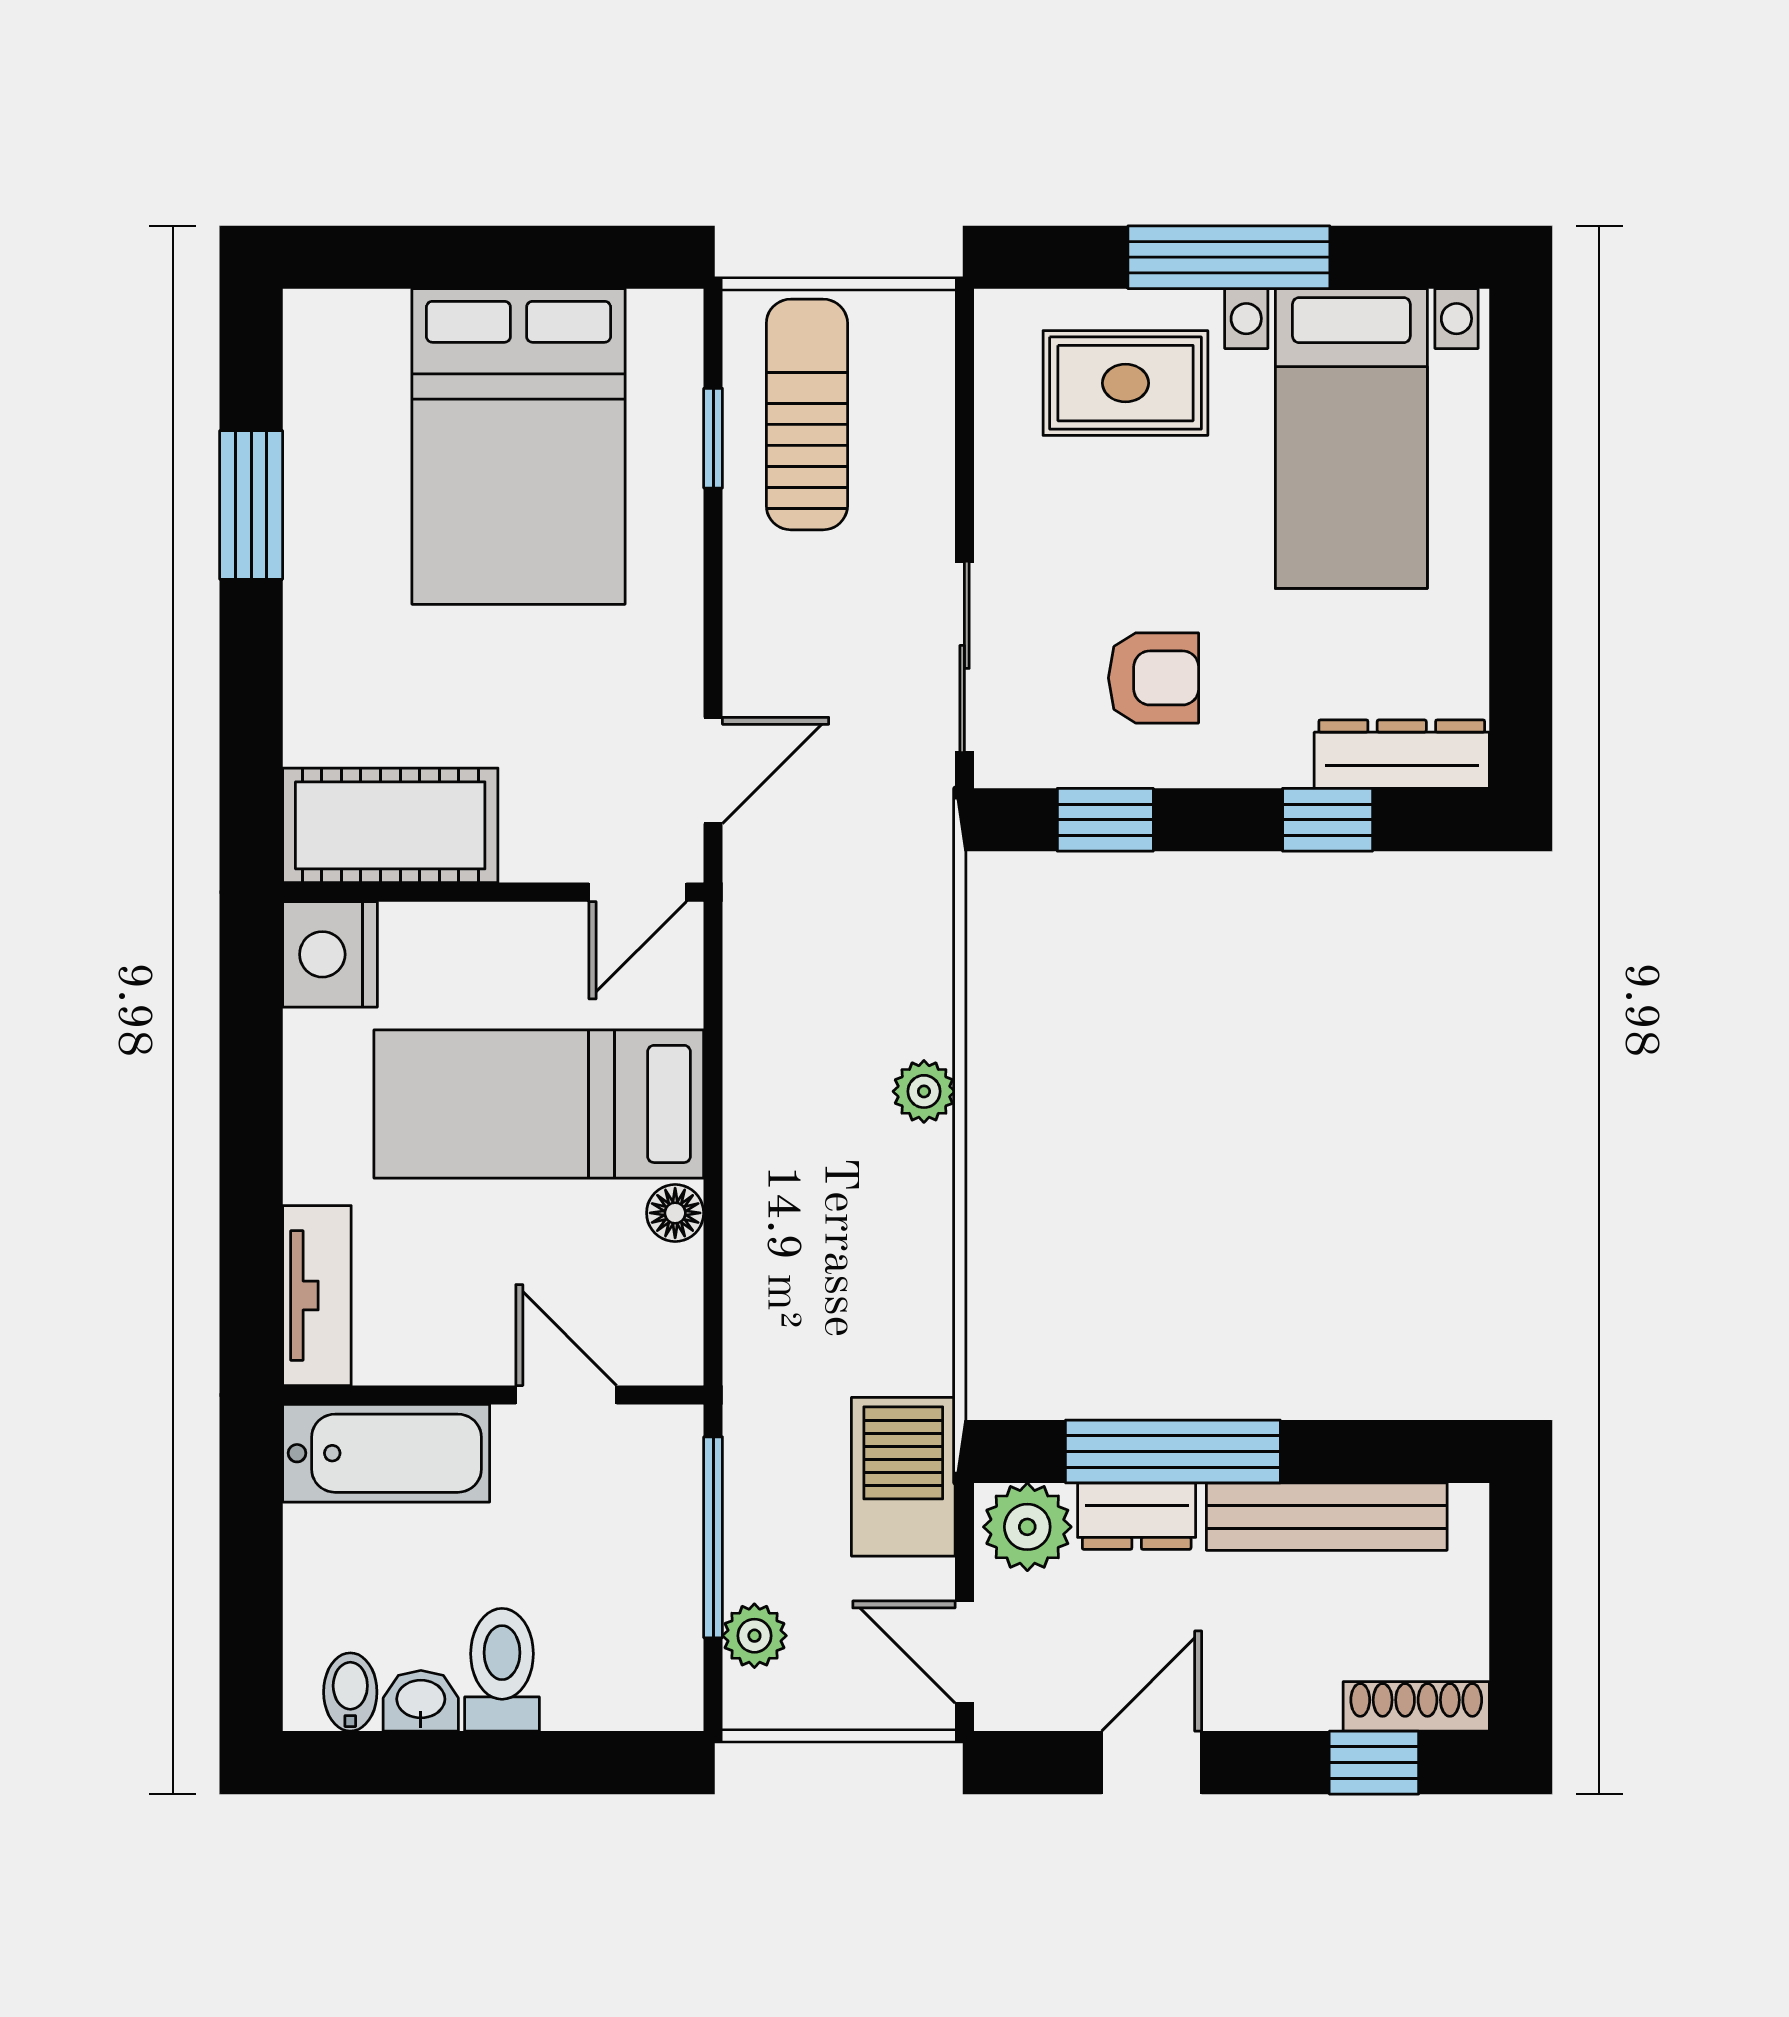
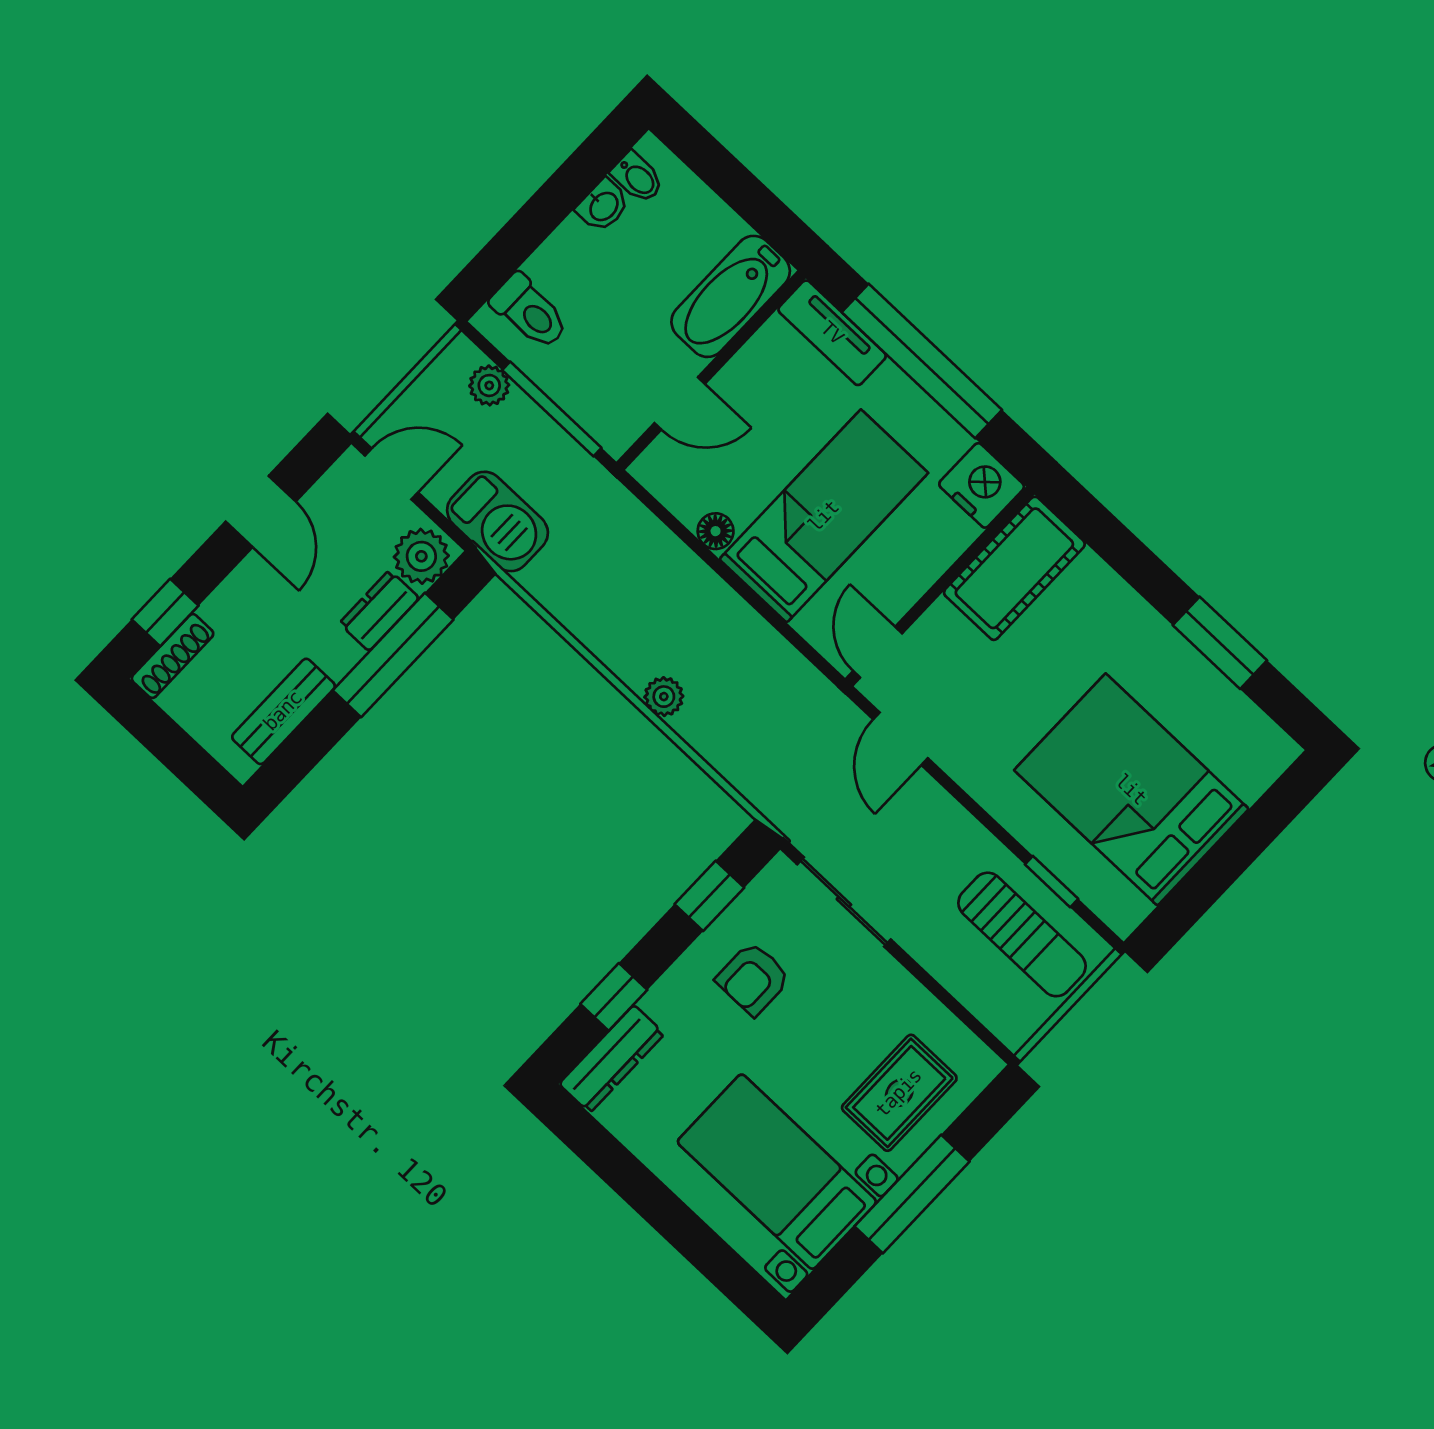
window: (251, 1160) -> (922, 361), added
bench: (1327, 1517) -> (283, 711), width x0.73
toilet: (502, 1670) -> (530, 312), moved

